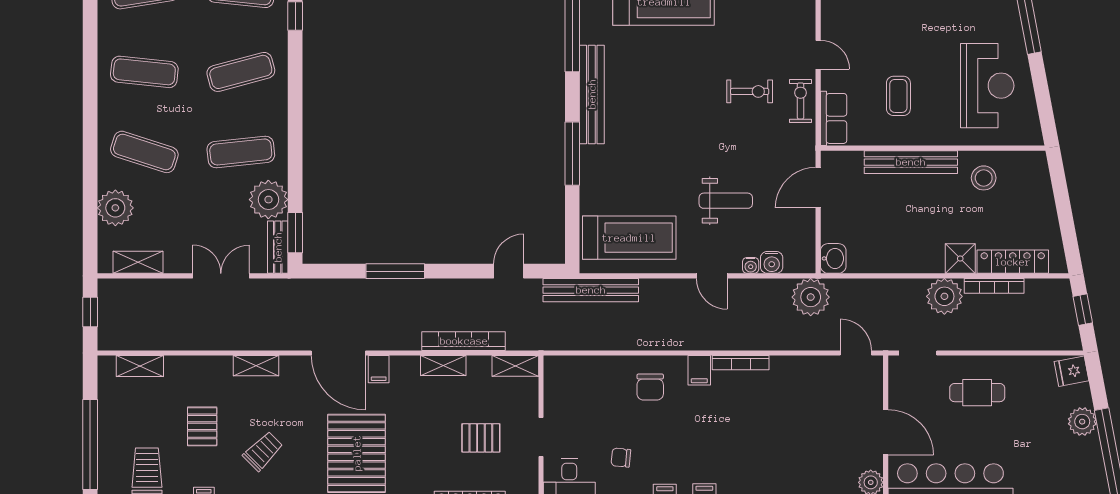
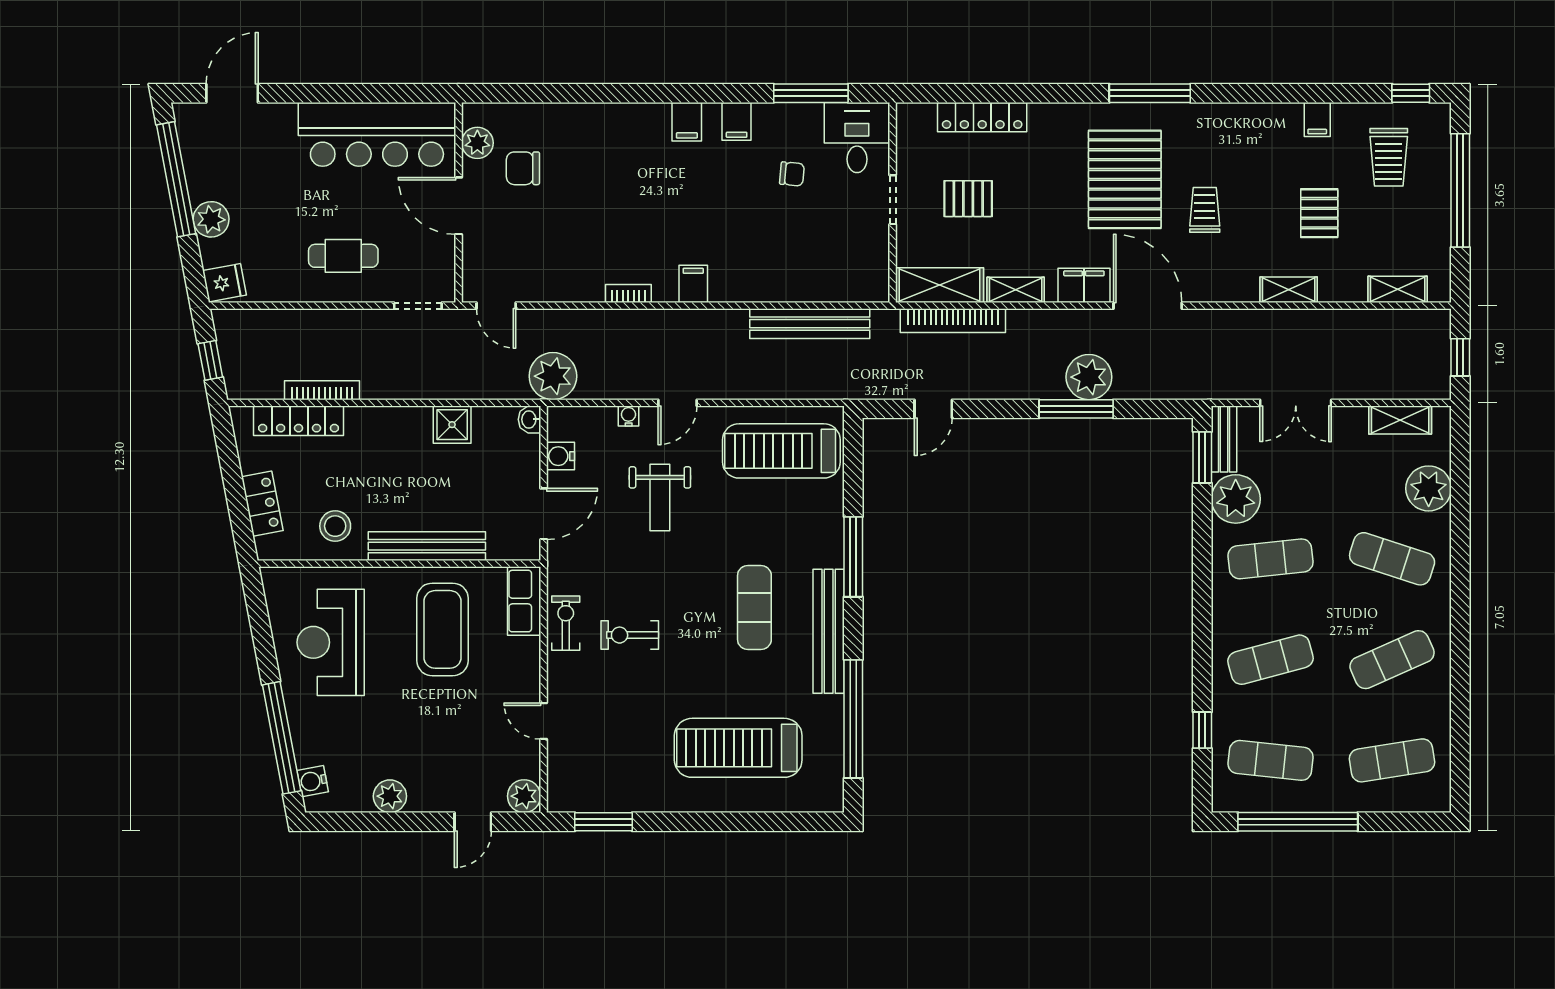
door: (818, 55) -> (544, 721), moved
exercise mat: (144, 72) -> (1392, 660), turned -30
coffee table: (898, 96) -> (442, 629), width x1.86, depth x1.72
exercise bike: (801, 101) -> (566, 623), turned 180
exercise mat: (651, 113) -> (754, 608), added
locker: (1042, 196) -> (262, 504), added
weight bench: (726, 201) -> (660, 497), turned -90
washbasin: (833, 258) -> (530, 419), width x0.72, depth x0.69
shower: (960, 259) -> (452, 425), moved
water cooler: (772, 262) -> (560, 456), moved, turned -90
door: (712, 276) -> (678, 403), swing flipped
bench: (591, 290) -> (810, 324), moved
plant: (944, 296) -> (1089, 377), moved
bookcase: (464, 341) -> (953, 321), moved
bookcase: (741, 363) -> (628, 294), width x0.64
shelving: (256, 366) -> (1289, 290), moved
shelving: (515, 366) -> (940, 285), width x1.50, depth x1.33
filing cabinet: (379, 369) -> (1084, 285), width x2.00
chair: (650, 387) -> (523, 168), moved, turned -90
trolley: (263, 451) -> (1205, 210), moved, turned 135

